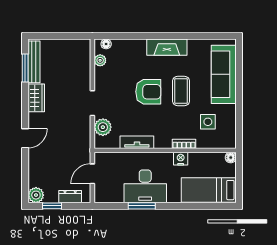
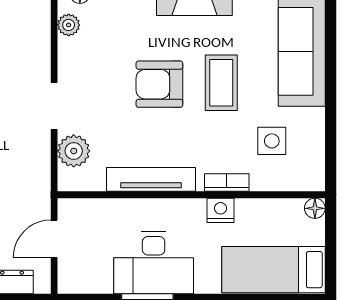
armchair: (148, 92) -> (159, 84), turned 180
tv unit: (137, 142) -> (151, 179), width x1.41

